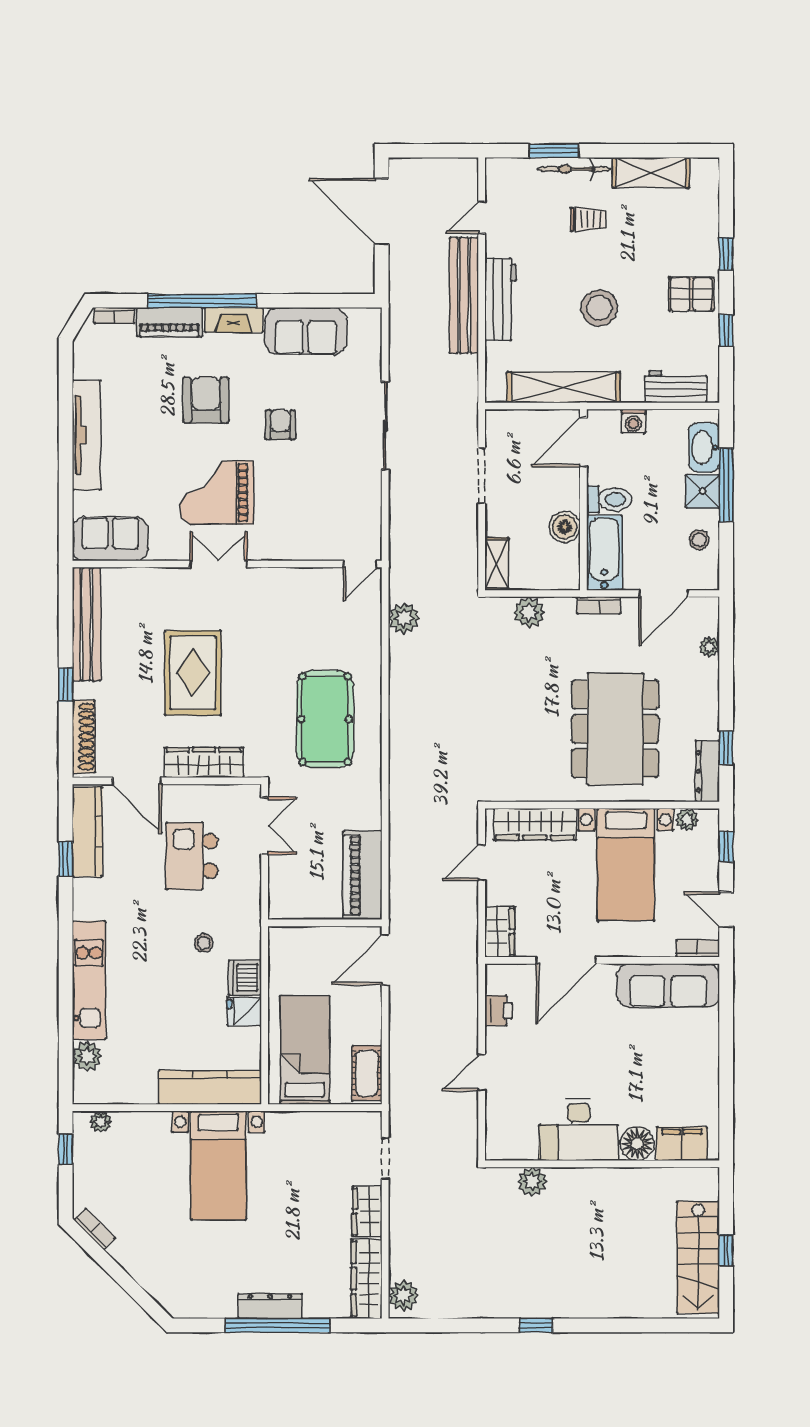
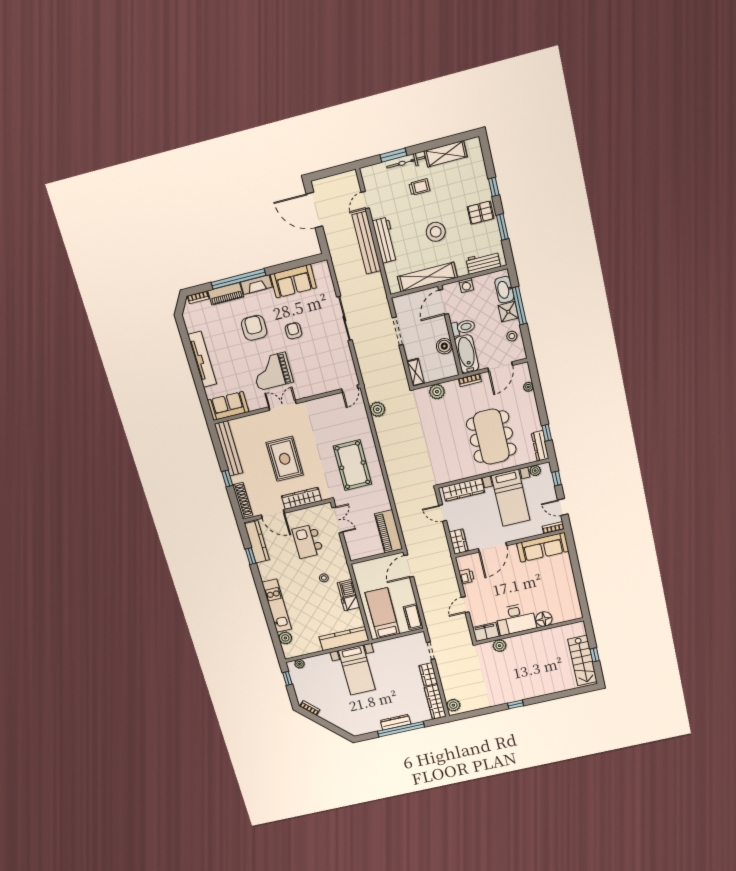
window: (726, 330) -> (502, 227), width x1.50
door: (482, 863) -> (443, 513), hinge flipped
filing cabinet: (682, 1144) -> (486, 632), moved

